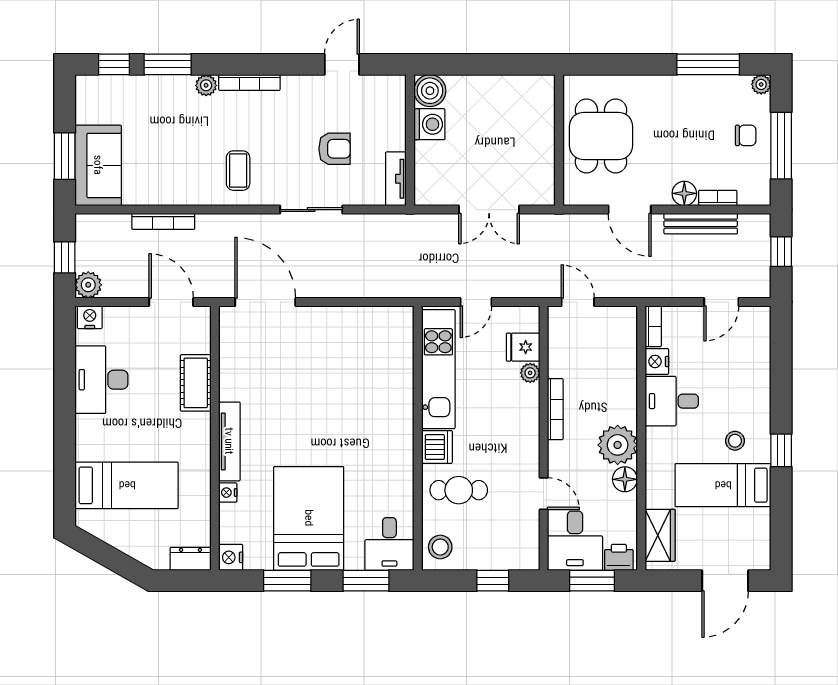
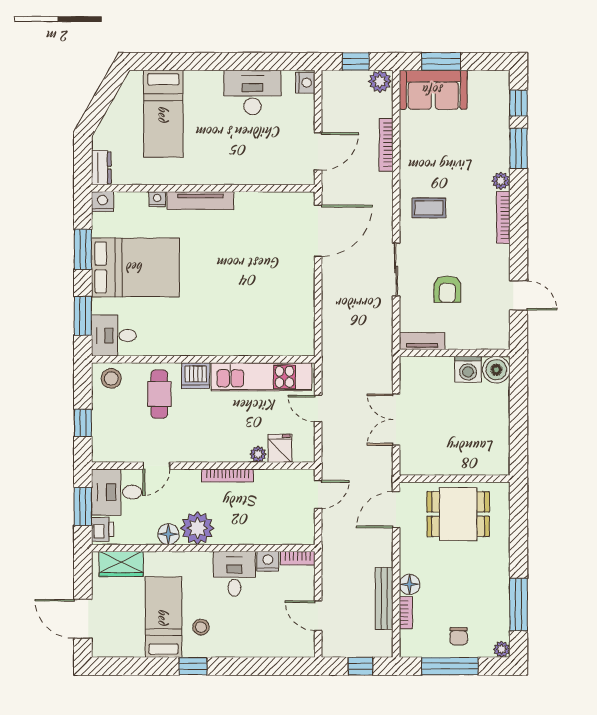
door: (630, 210) -> (396, 510), moved
plant: (88, 285) -> (380, 81), moved
cot: (196, 383) -> (250, 172), removed

